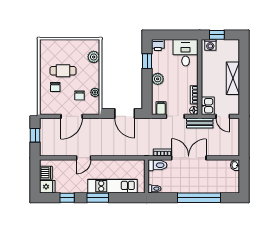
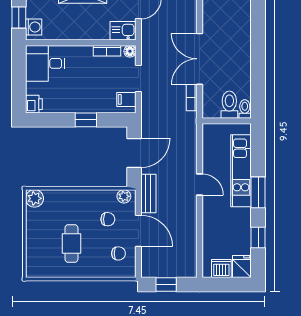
plant: (94, 57) -> (34, 198), moved
window: (147, 61) -> (86, 120), moved
plant: (158, 79) -> (83, 104), removed
chair: (55, 87) -> (118, 253), moved
plant: (95, 92) -> (124, 196), moved
bench: (200, 123) -> (148, 193), moved
door: (84, 158) -> (199, 184), moved
toilet: (158, 165) -> (229, 105), moved
window: (199, 198) -> (258, 44), removed

